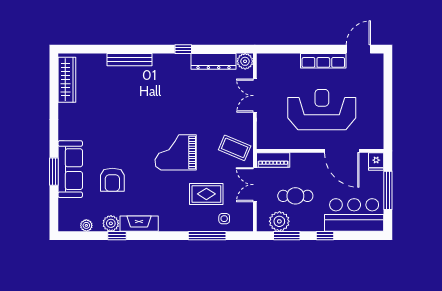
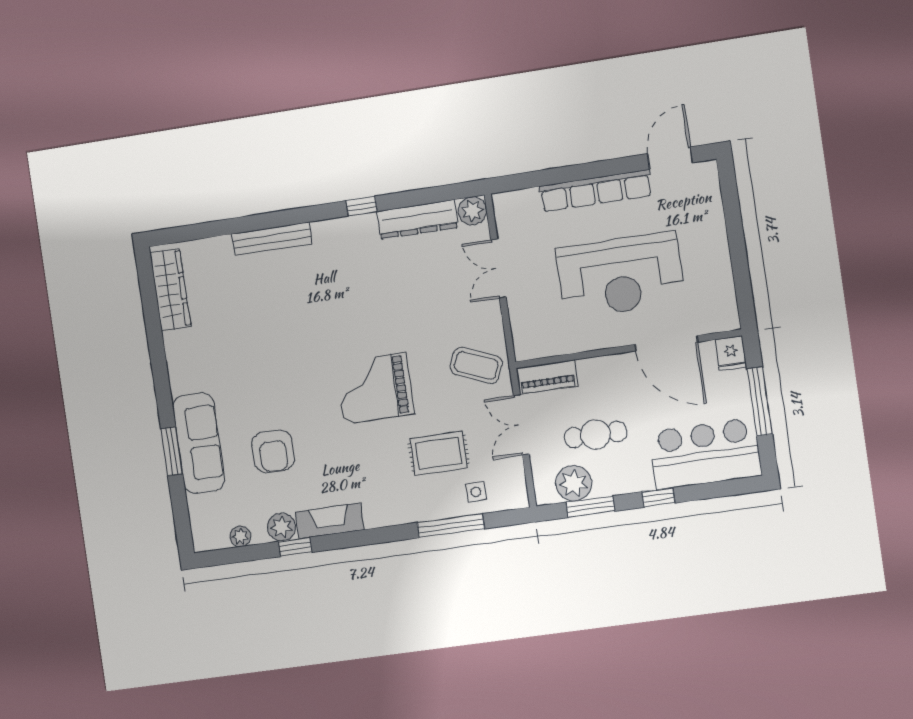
row of seats: (323, 61) -> (596, 191), width x1.36
reception desk: (322, 110) -> (620, 275), turned 180

